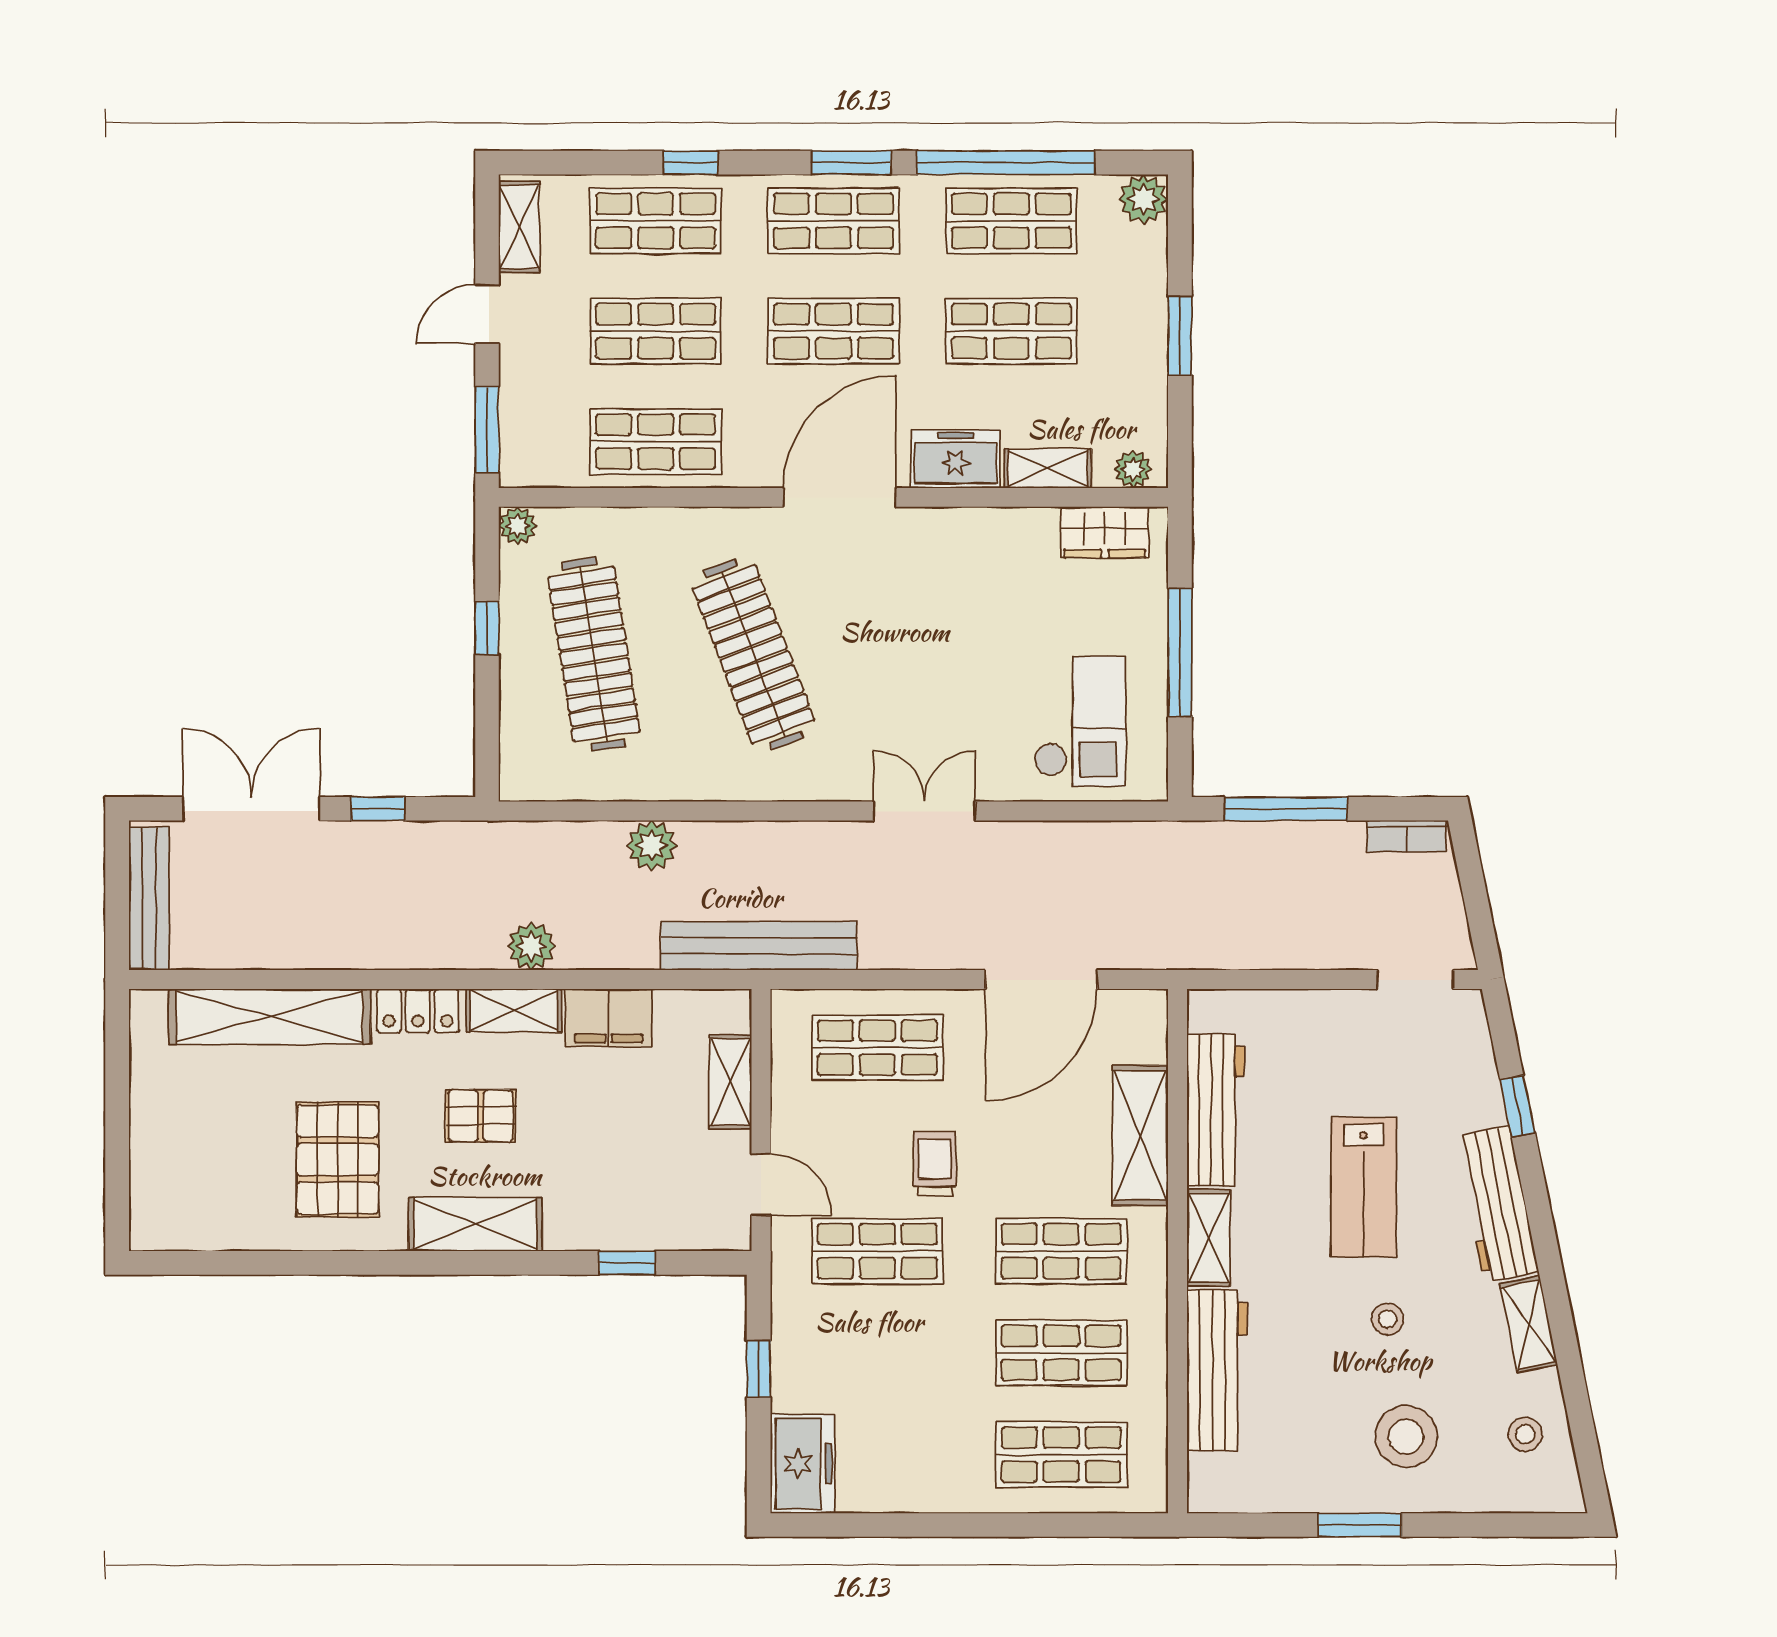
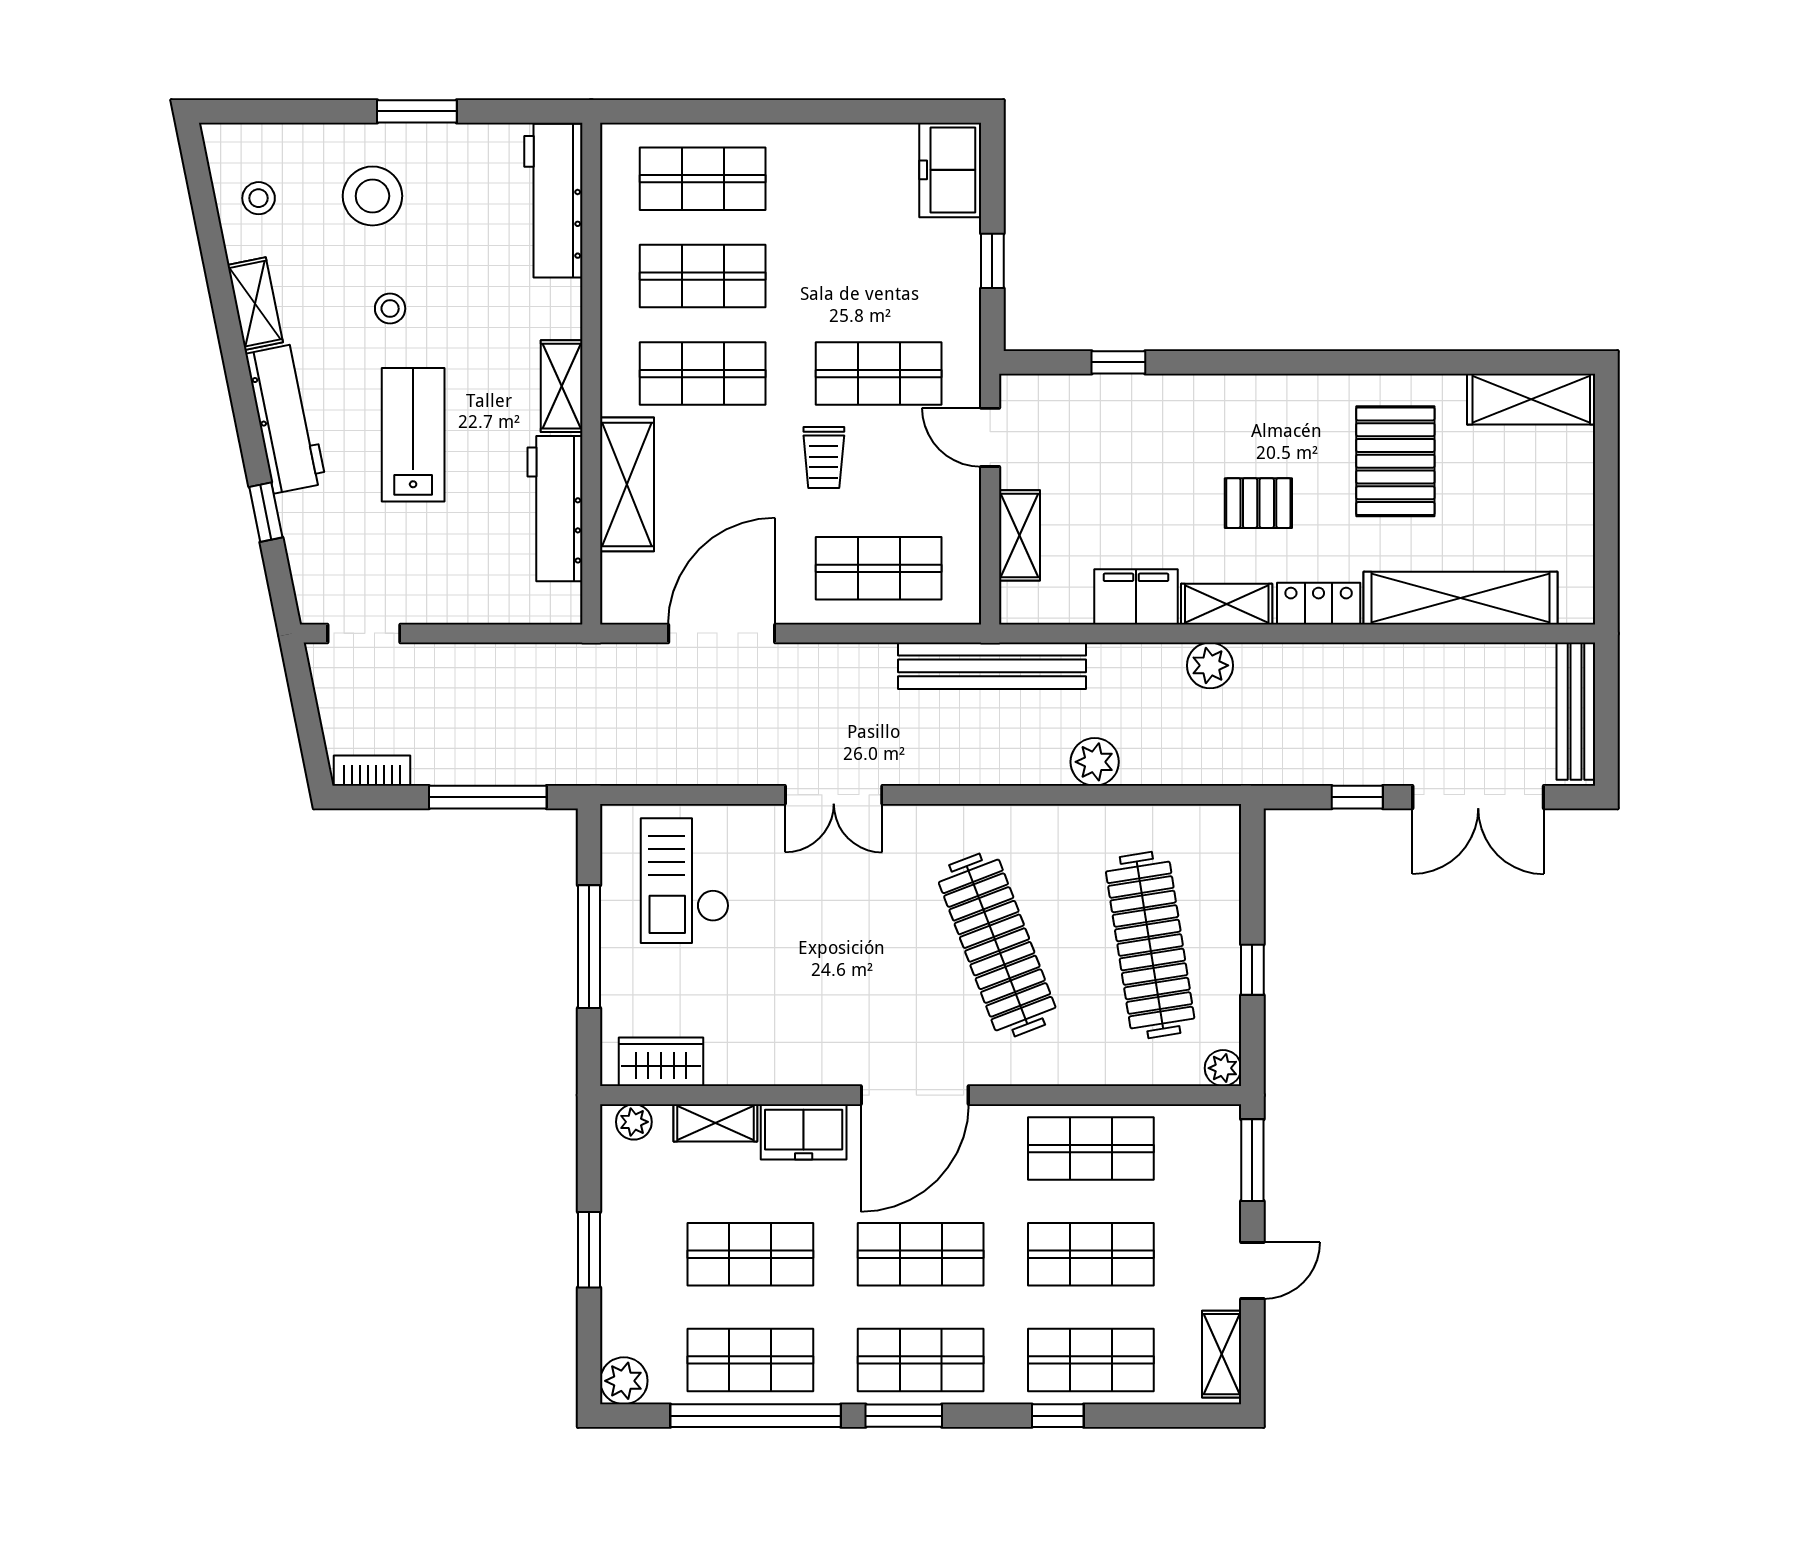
shelving: (475, 1224) -> (1531, 399), moved
workbench: (1217, 1370) -> (553, 201), moved

